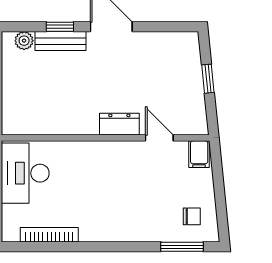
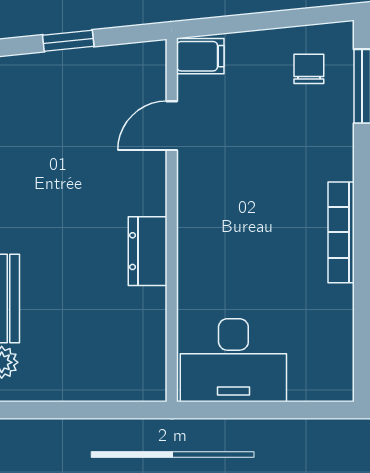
dresser: (119, 124) -> (148, 251), moved
bookcase: (49, 235) -> (341, 232), moved

